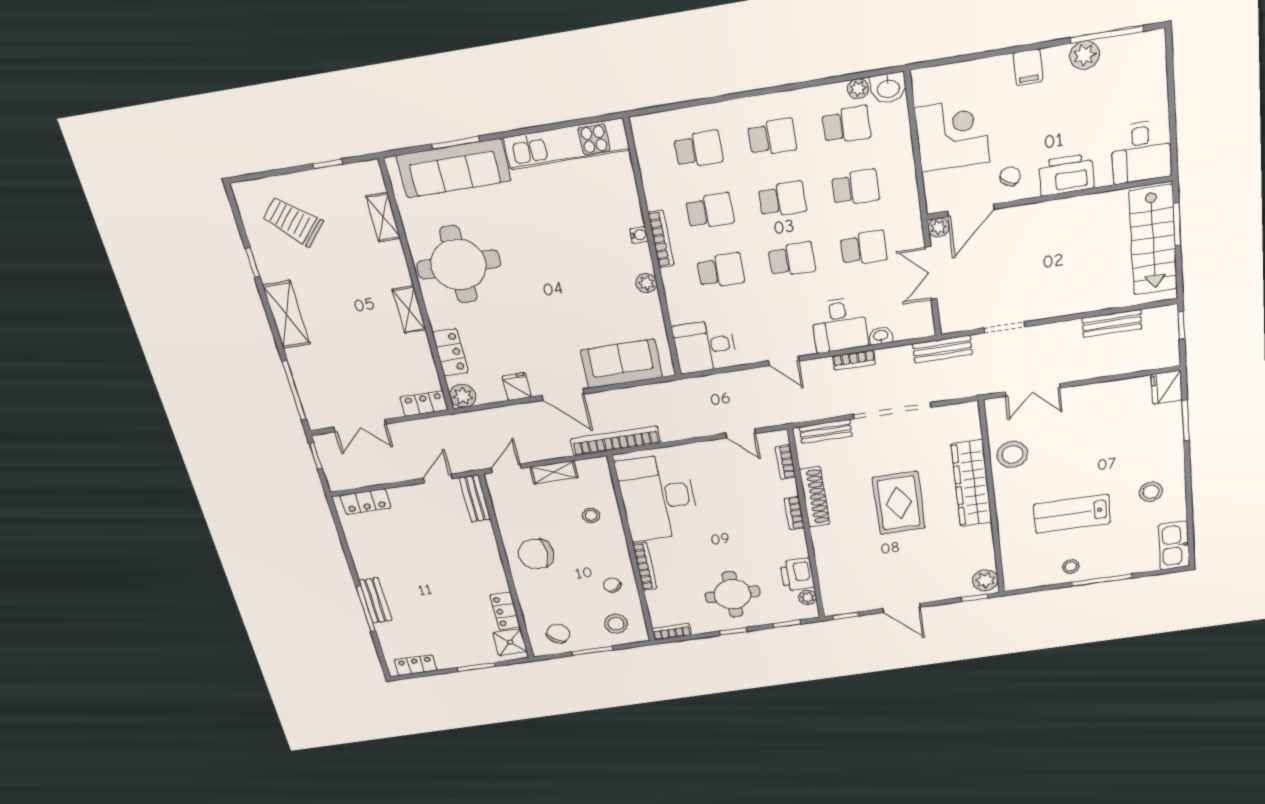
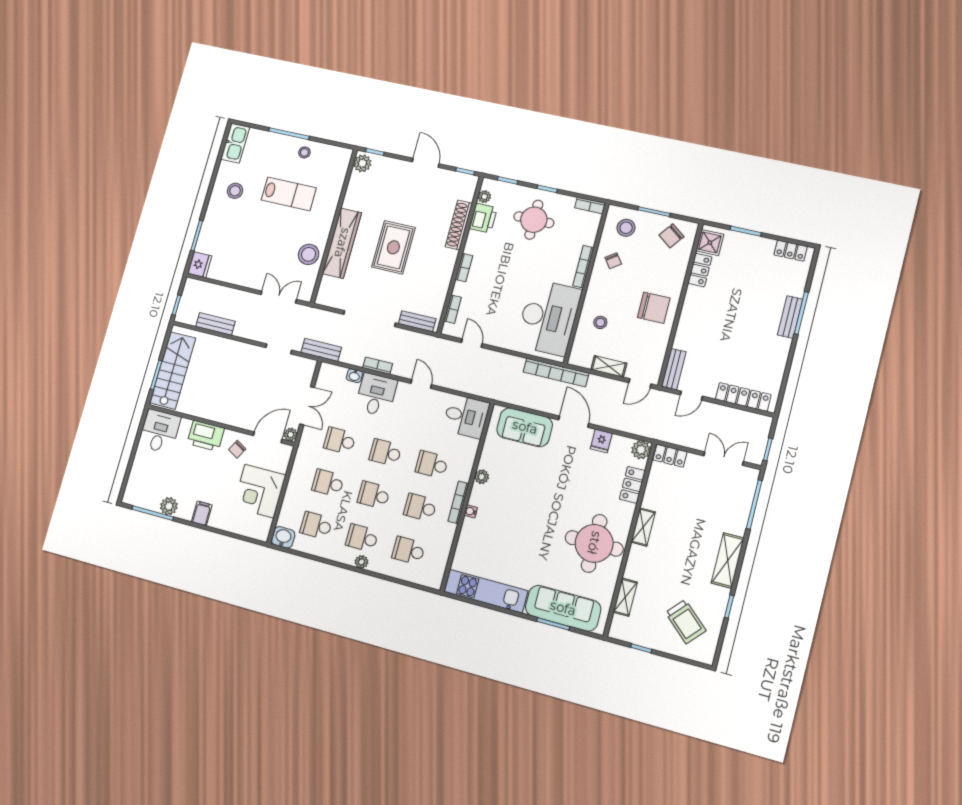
plant: (858, 89) -> (361, 562), moved
shoe rack: (815, 497) -> (459, 225), moved
locker: (366, 502) -> (743, 397), width x1.53

